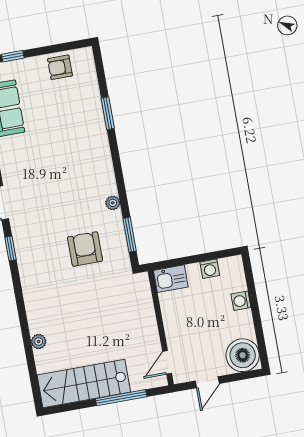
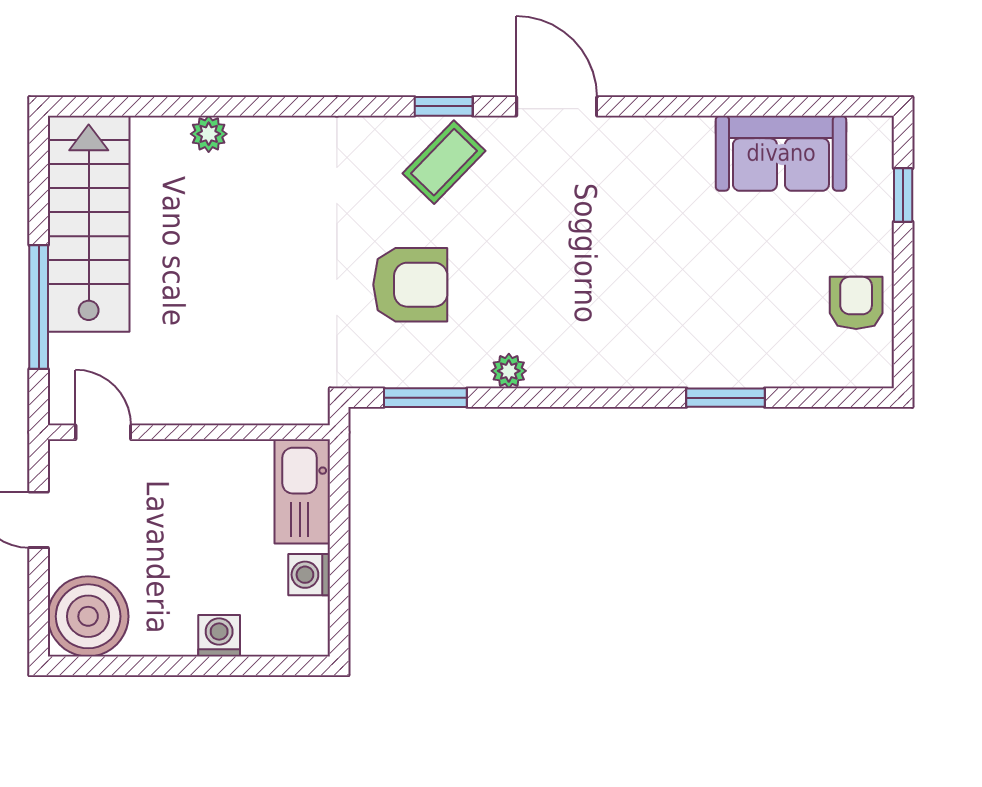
coffee table: (33, 244) -> (444, 162), added
kitchen sink: (171, 279) -> (302, 491), width x1.38

